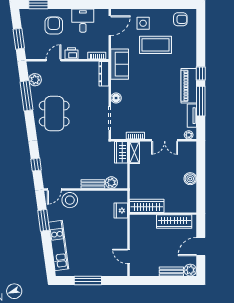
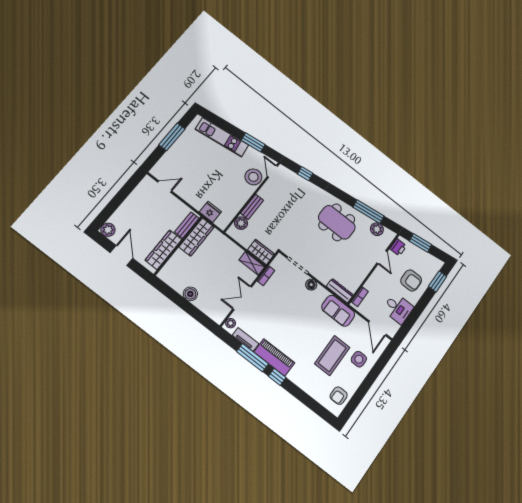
printer: (71, 53) -> (398, 247), moved
bench: (171, 272) -> (187, 225), moved

